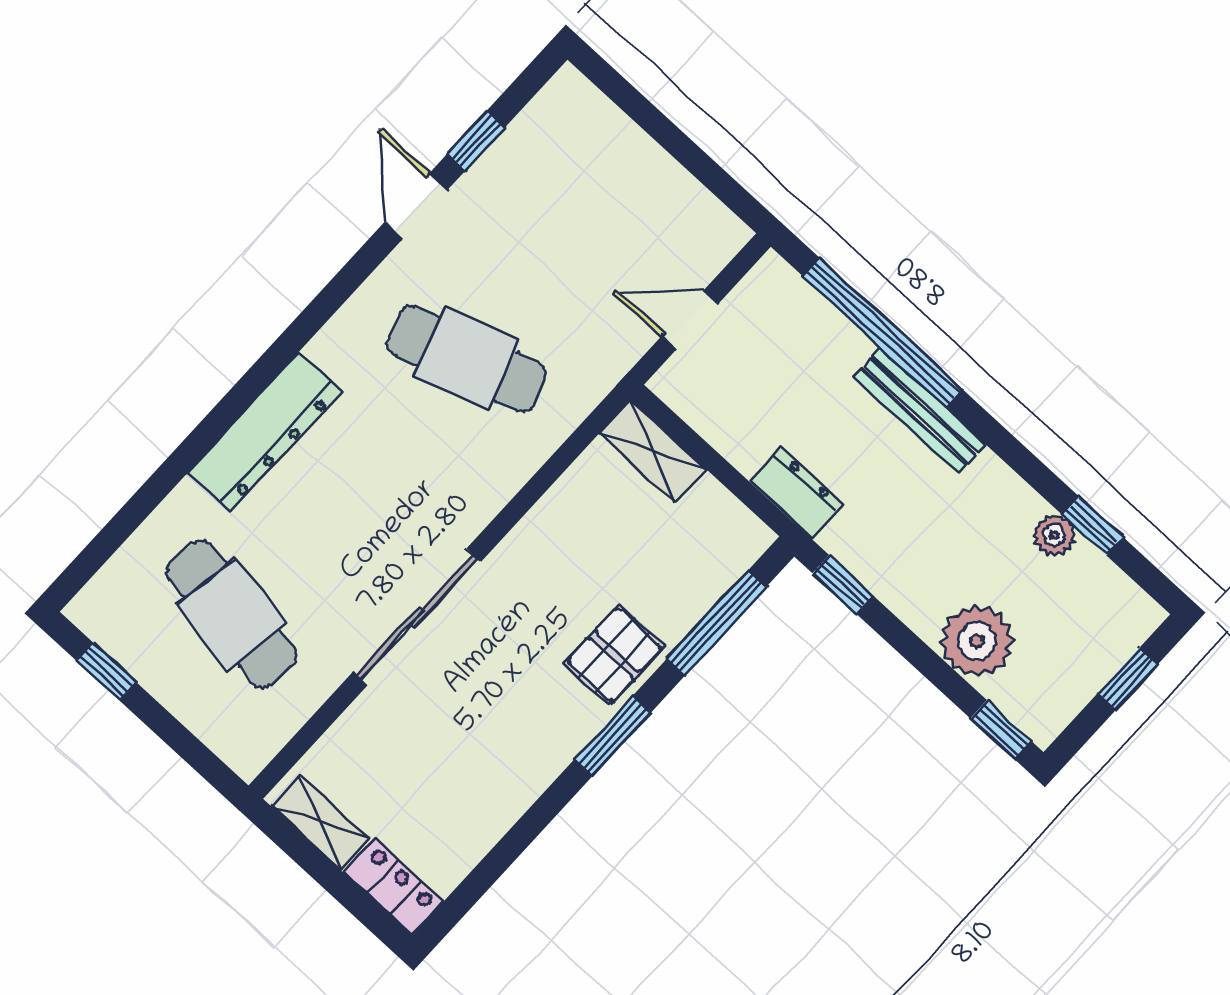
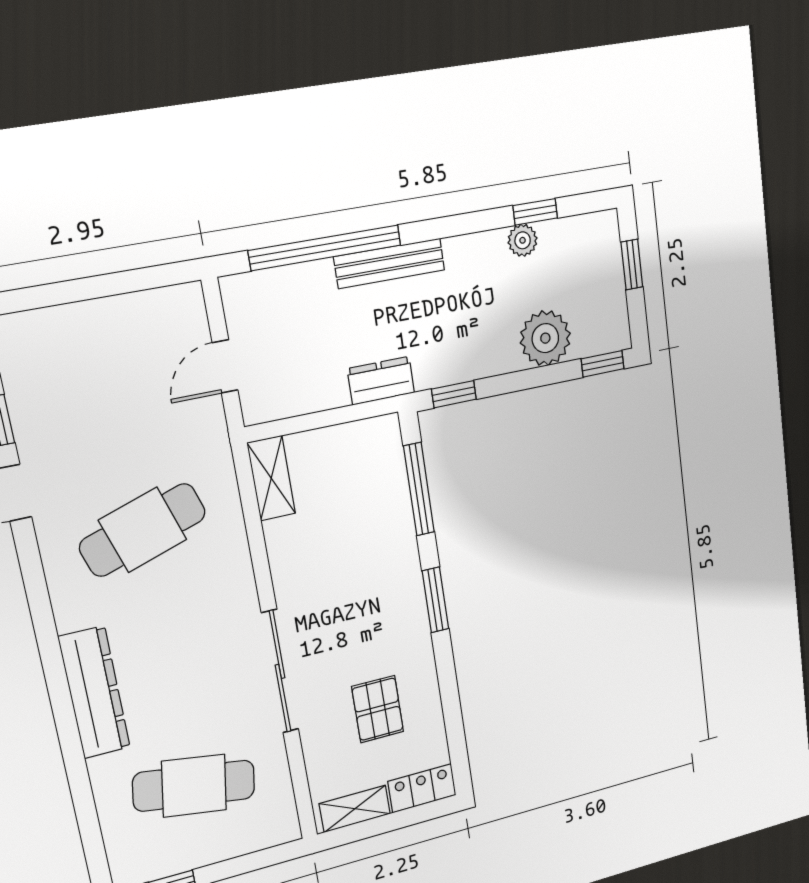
shelving: (653, 451) -> (271, 478), moved, turned 90
pallet: (614, 655) -> (378, 709), moved

